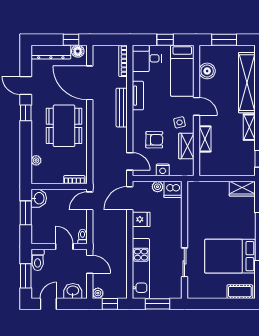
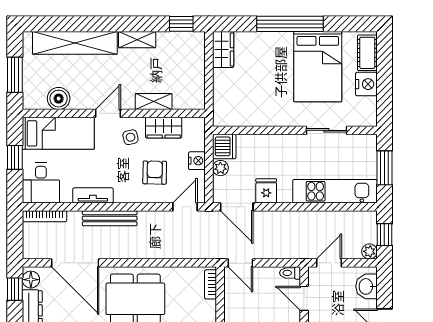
door: (90, 83) -> (75, 263), hinge flipped
door: (64, 247) -> (304, 298), hinge flipped
nightstand: (217, 291) -> (366, 84), added

